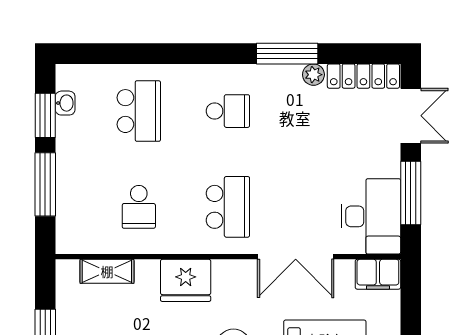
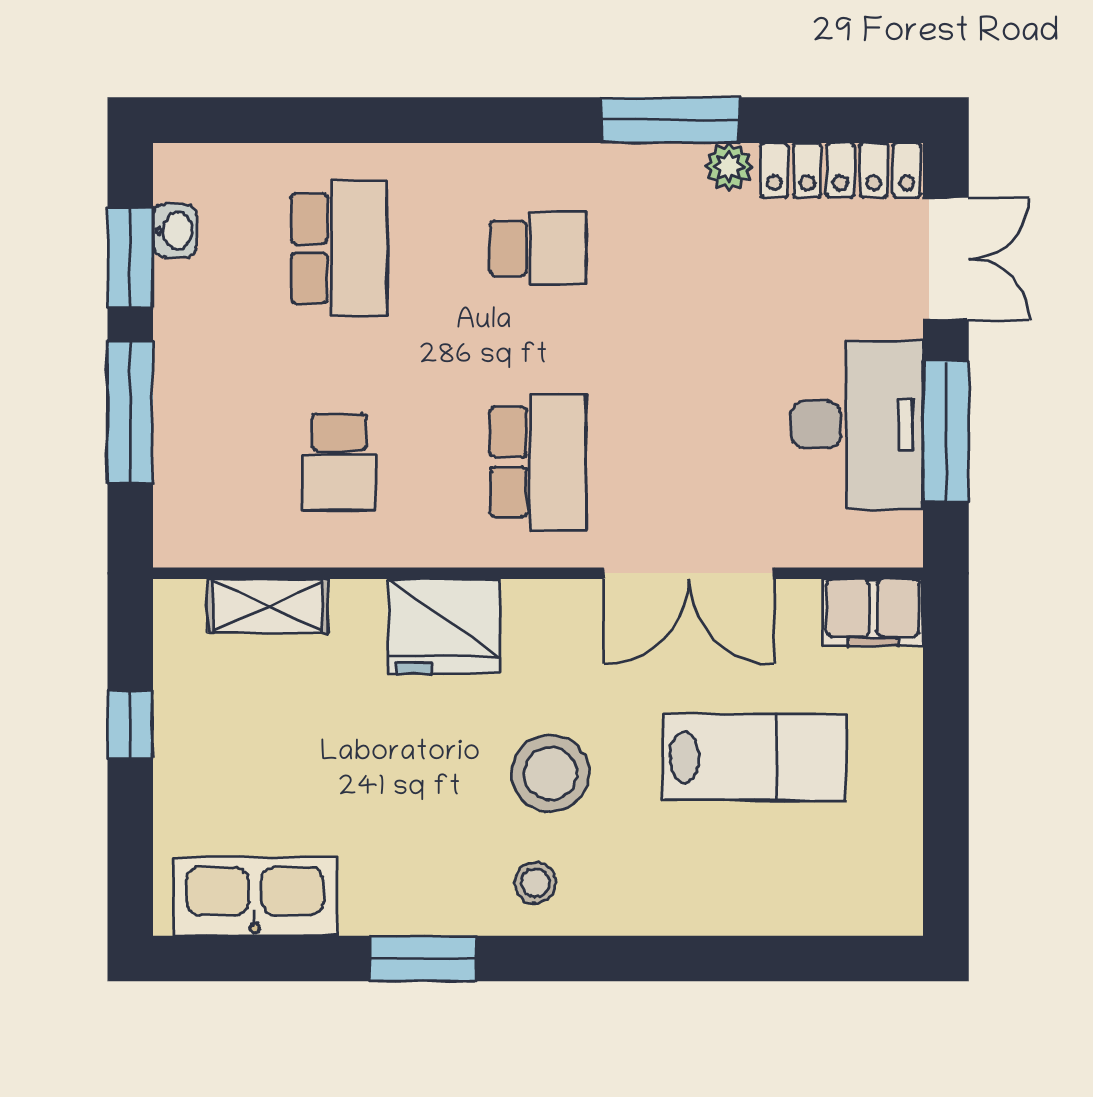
desk: (371, 216) -> (857, 425), moved

